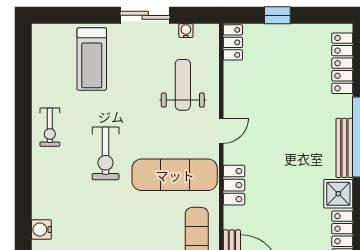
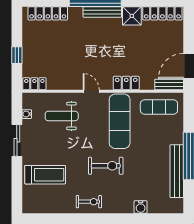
water cooler: (41, 230) -> (141, 207), moved

